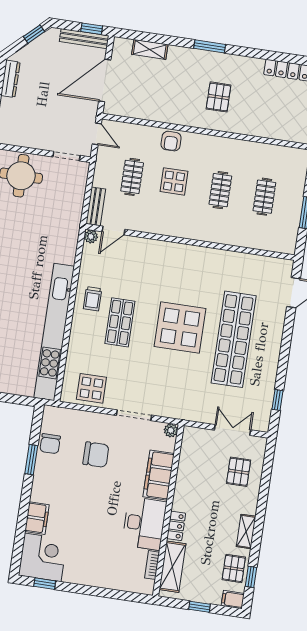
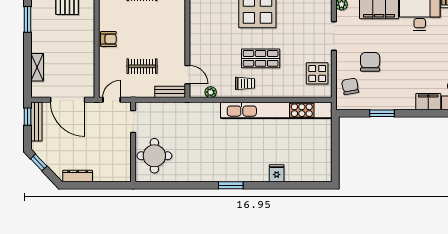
display table: (174, 181) -> (141, 32), removed
plant: (91, 237) -> (211, 92), moved
chair: (50, 444) -> (350, 86), moved, turned -100

